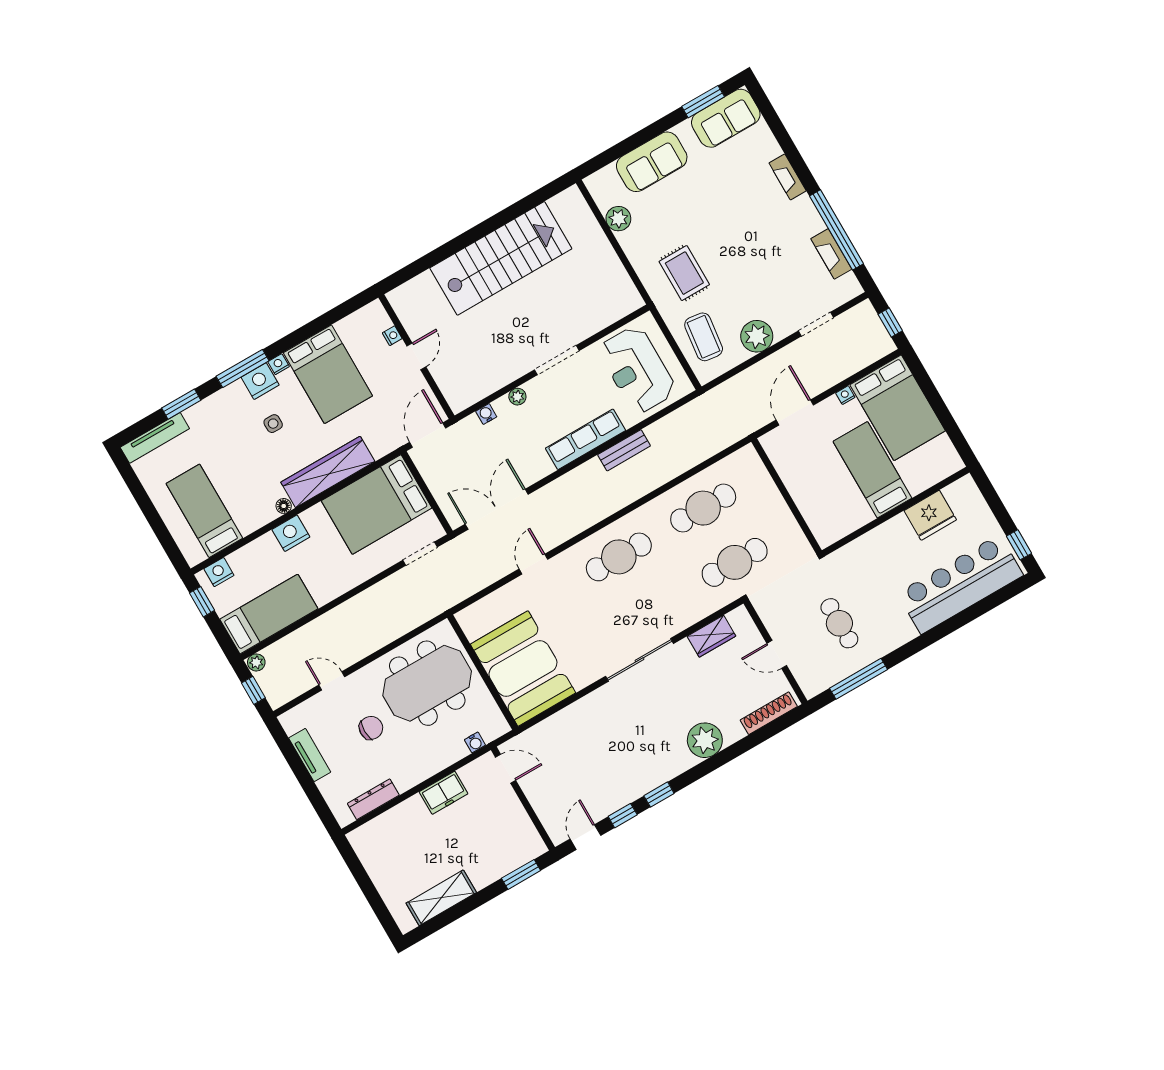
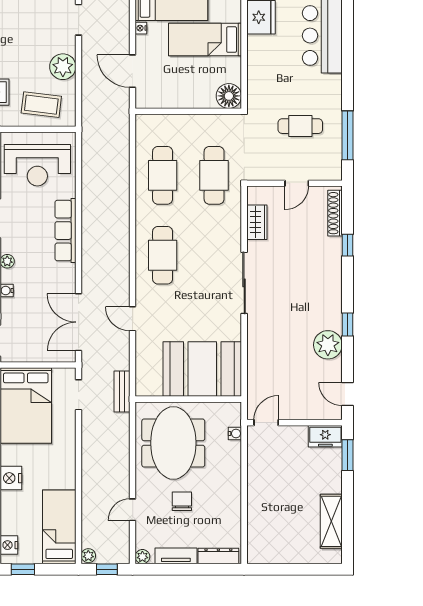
bench: (624, 450) -> (122, 391), moved
floor lamp: (827, 529) -> (229, 96), added
plant: (288, 720) -> (142, 557), added
plant: (705, 740) -> (328, 345), moved
freezer: (444, 793) -> (325, 436), moved, turned 90
dresser: (373, 799) -> (218, 556), moved, turned 90
window: (623, 816) -> (348, 245), moved

